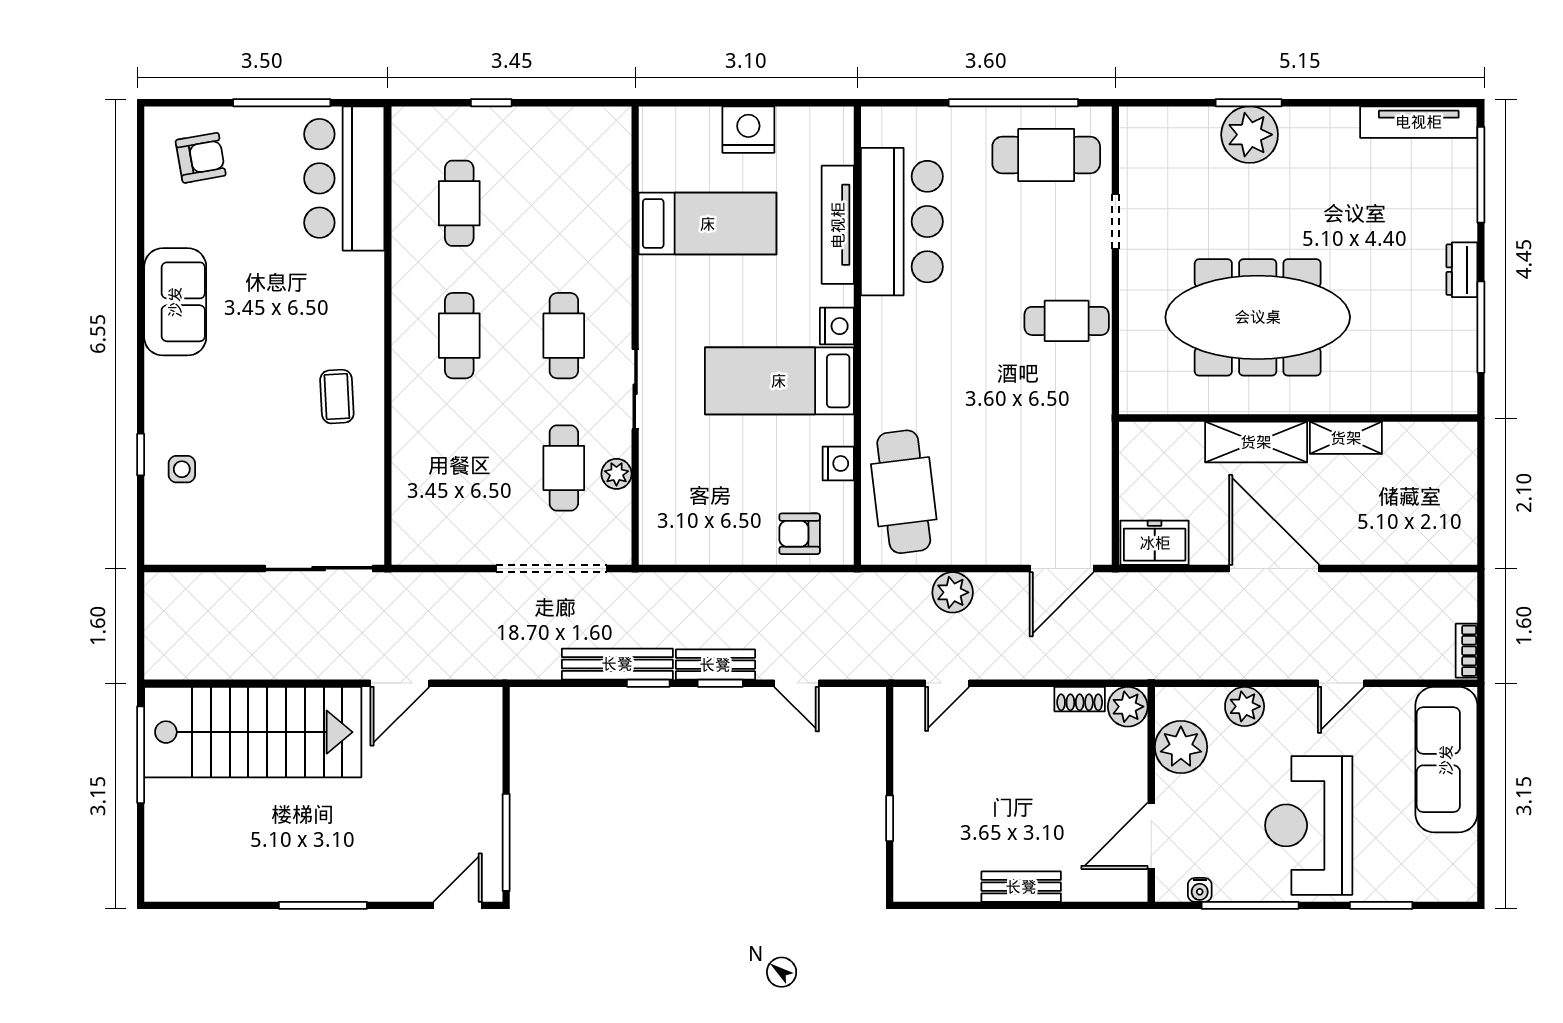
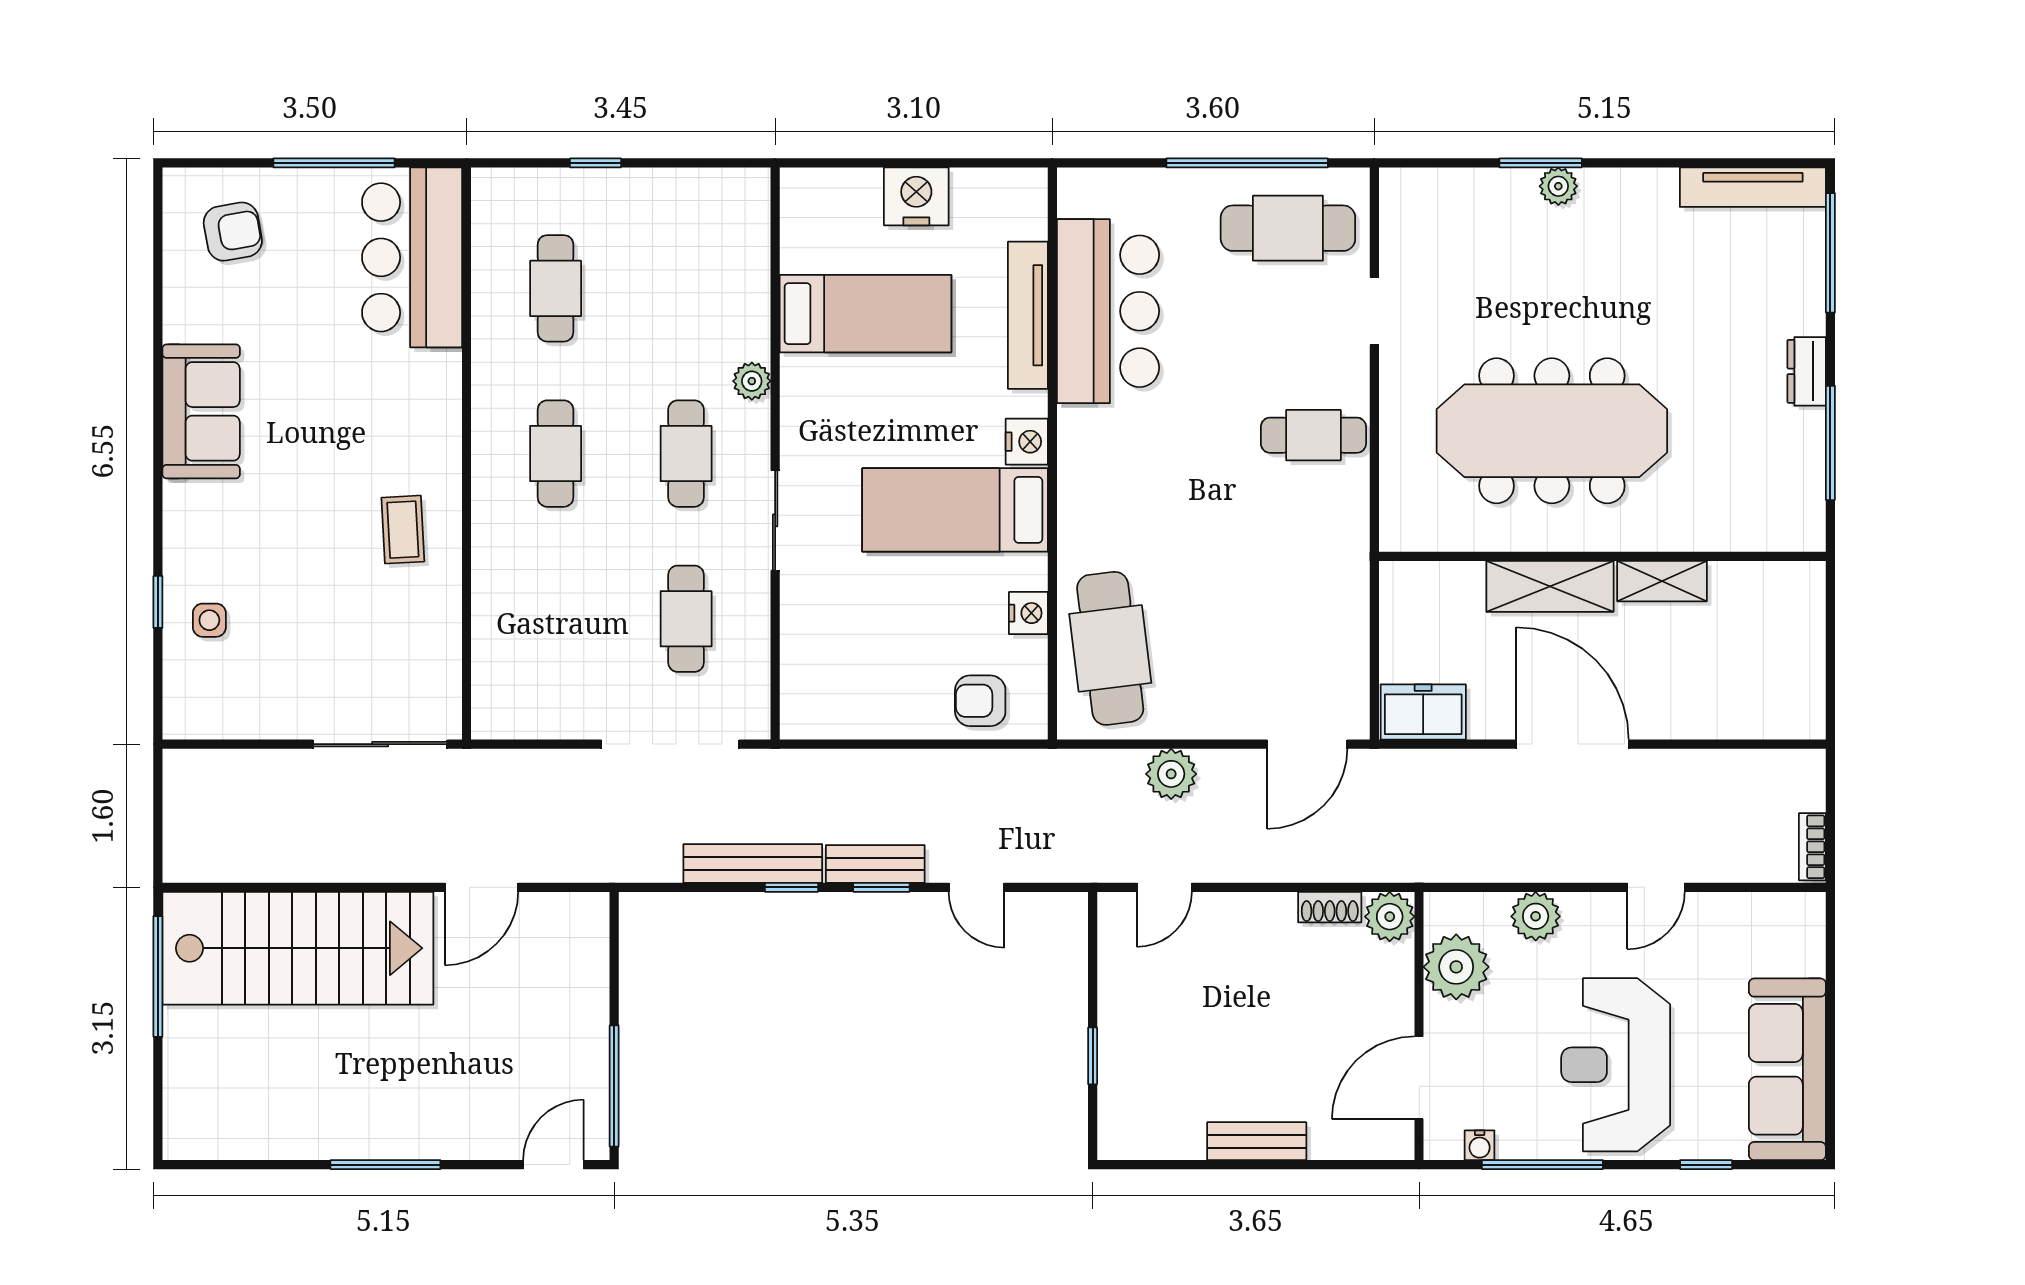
plant: (1250, 135) -> (1558, 186), width x0.53, depth x0.53
plant: (616, 474) -> (752, 381), moved
sofa: (1446, 760) -> (1787, 1069), moved
window: (1381, 905) -> (1706, 1165), width x0.67

